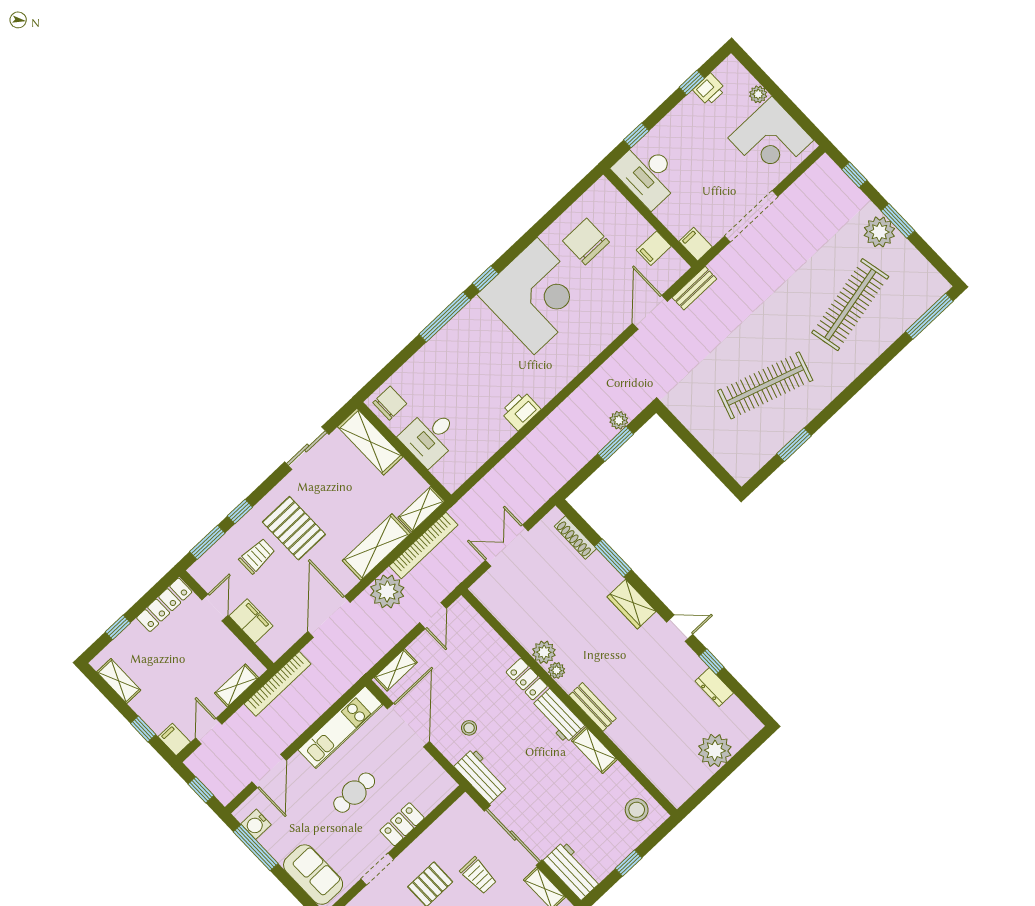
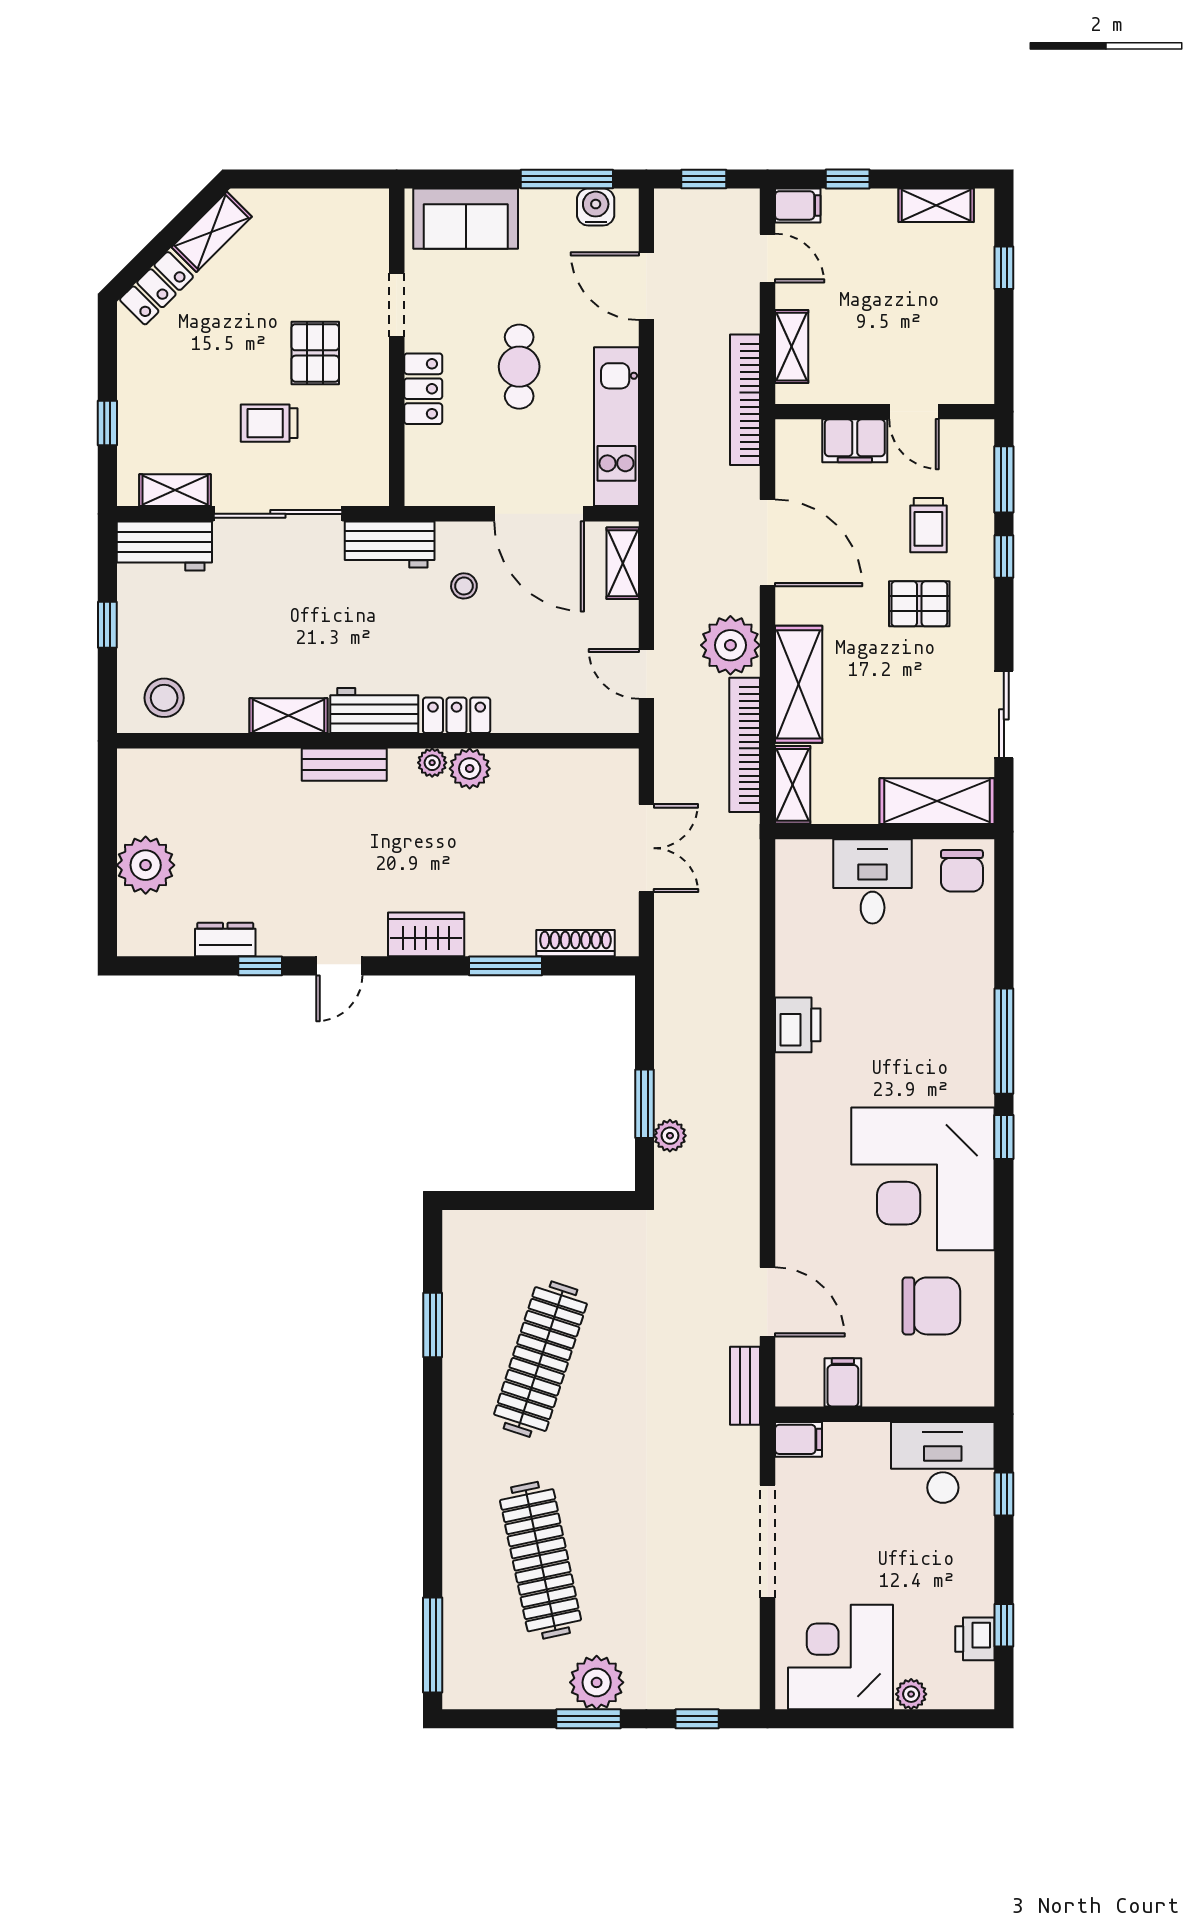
pallet: (294, 528) -> (919, 604), width x0.67, depth x0.71
locker: (164, 605) -> (977, 352), removed

